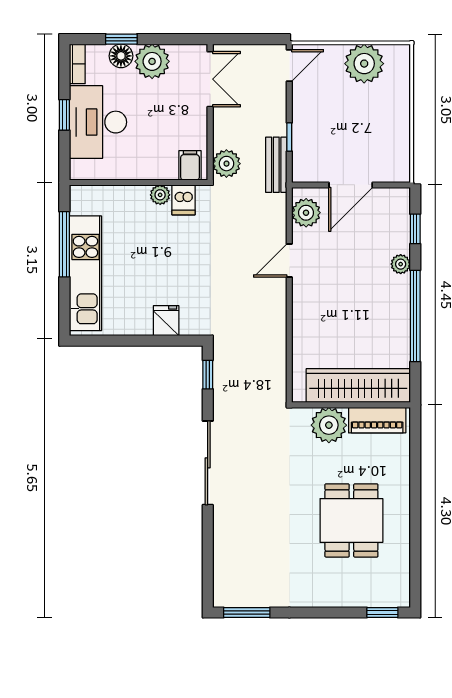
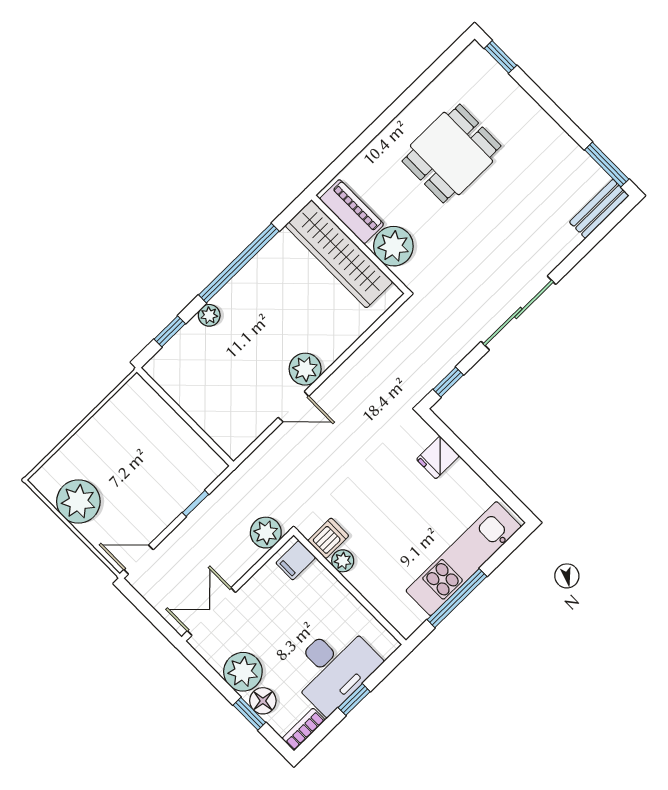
bench: (276, 165) -> (599, 209), moved
door: (351, 185) -> (185, 417), removed
plant: (306, 213) -> (305, 369), moved

